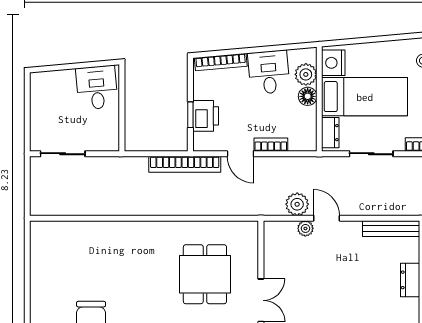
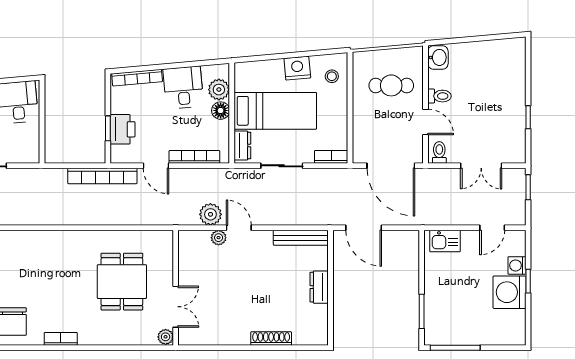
nightstand: (333, 63) -> (297, 68), moved, turned 85
bookcase: (271, 145) -> (194, 157), width x1.56

